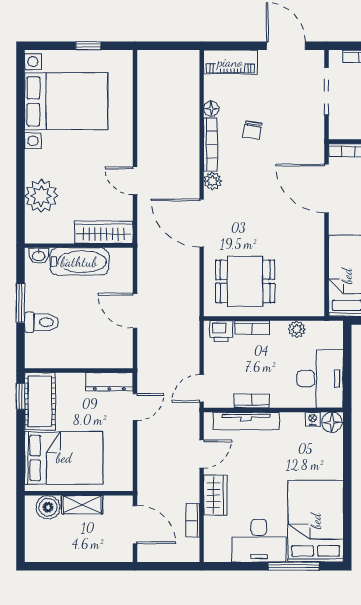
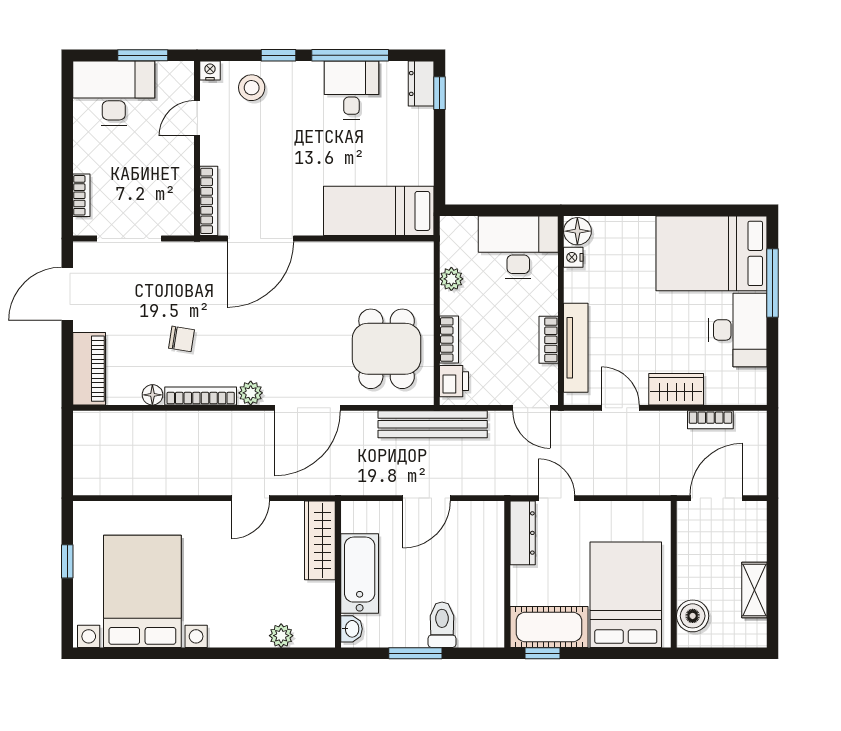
plant: (41, 196) -> (281, 636), width x0.53, depth x0.53
bench: (189, 315) -> (433, 424), added
shelving: (82, 505) -> (754, 590), moved

